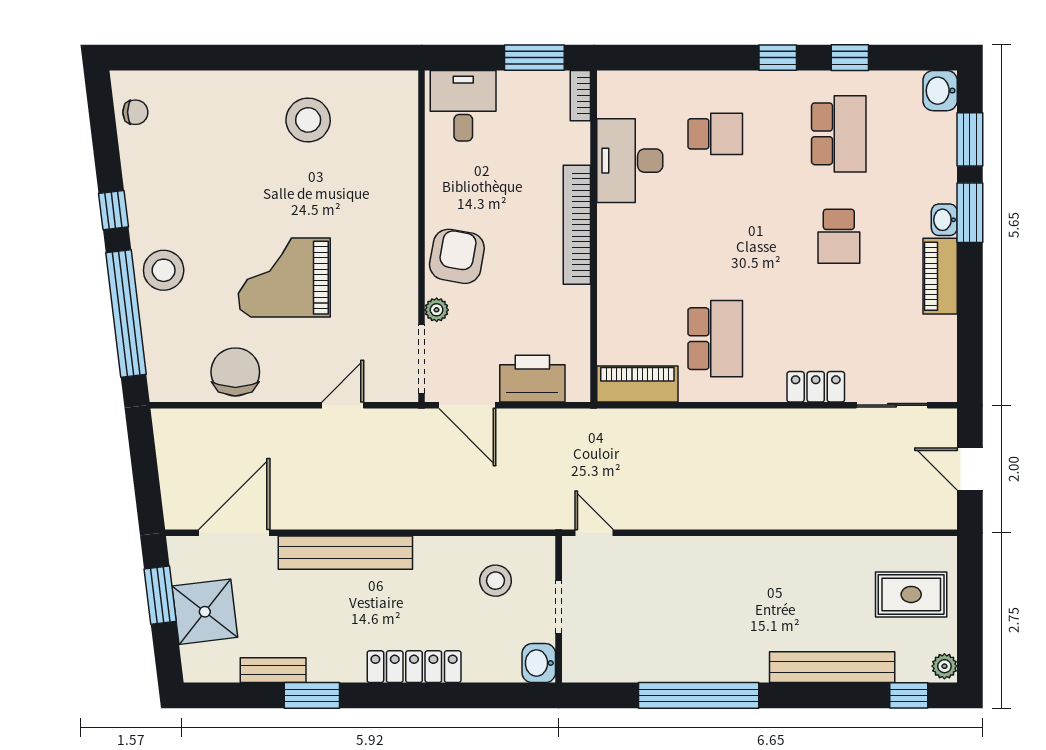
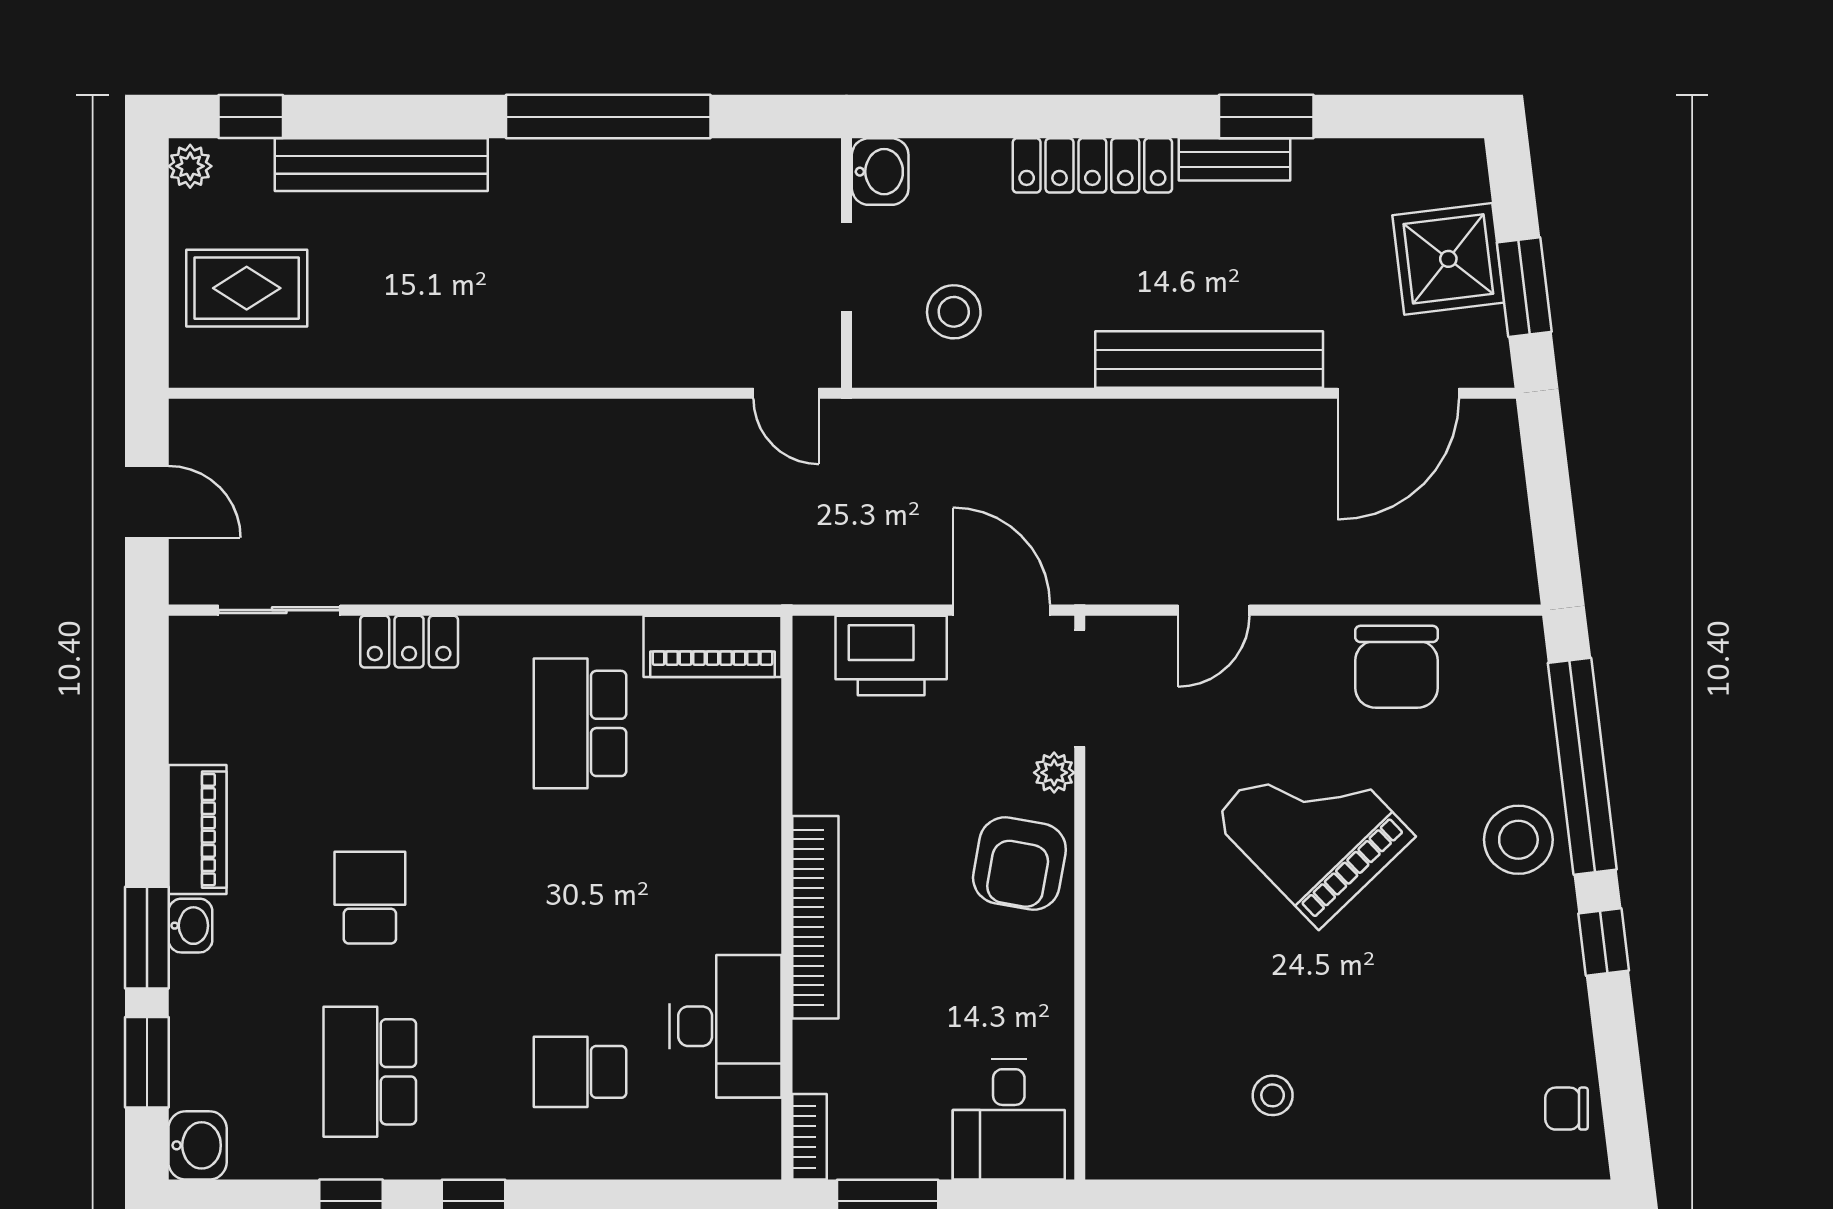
stool: (308, 120) -> (1273, 1095), width x0.53, depth x0.53
grand piano: (284, 278) -> (1313, 827), turned -134
bench: (273, 670) -> (1235, 159), moved

